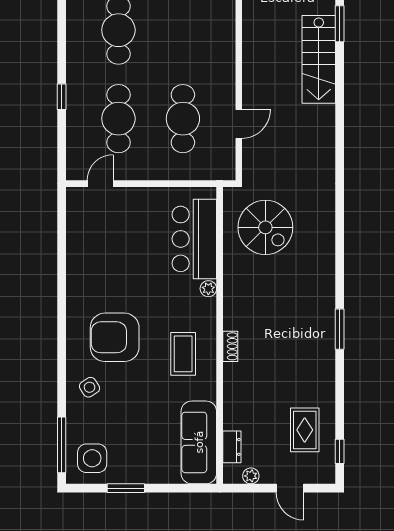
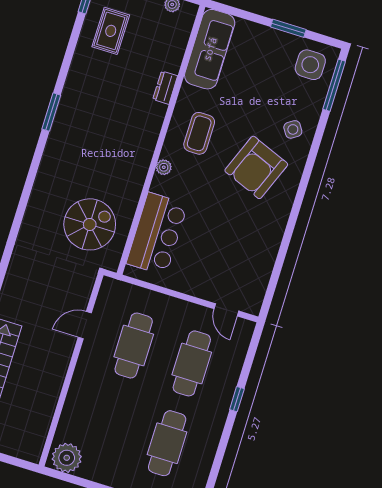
door: (100, 184) -> (226, 310), hinge flipped
spiral stairs: (265, 227) -> (90, 224), turned 90
plant: (208, 289) -> (164, 167), moved
armchair: (115, 337) -> (256, 167), turned 112
shoe rack: (230, 346) -> (155, 127), removed
dresser: (232, 447) -> (165, 88), moved

